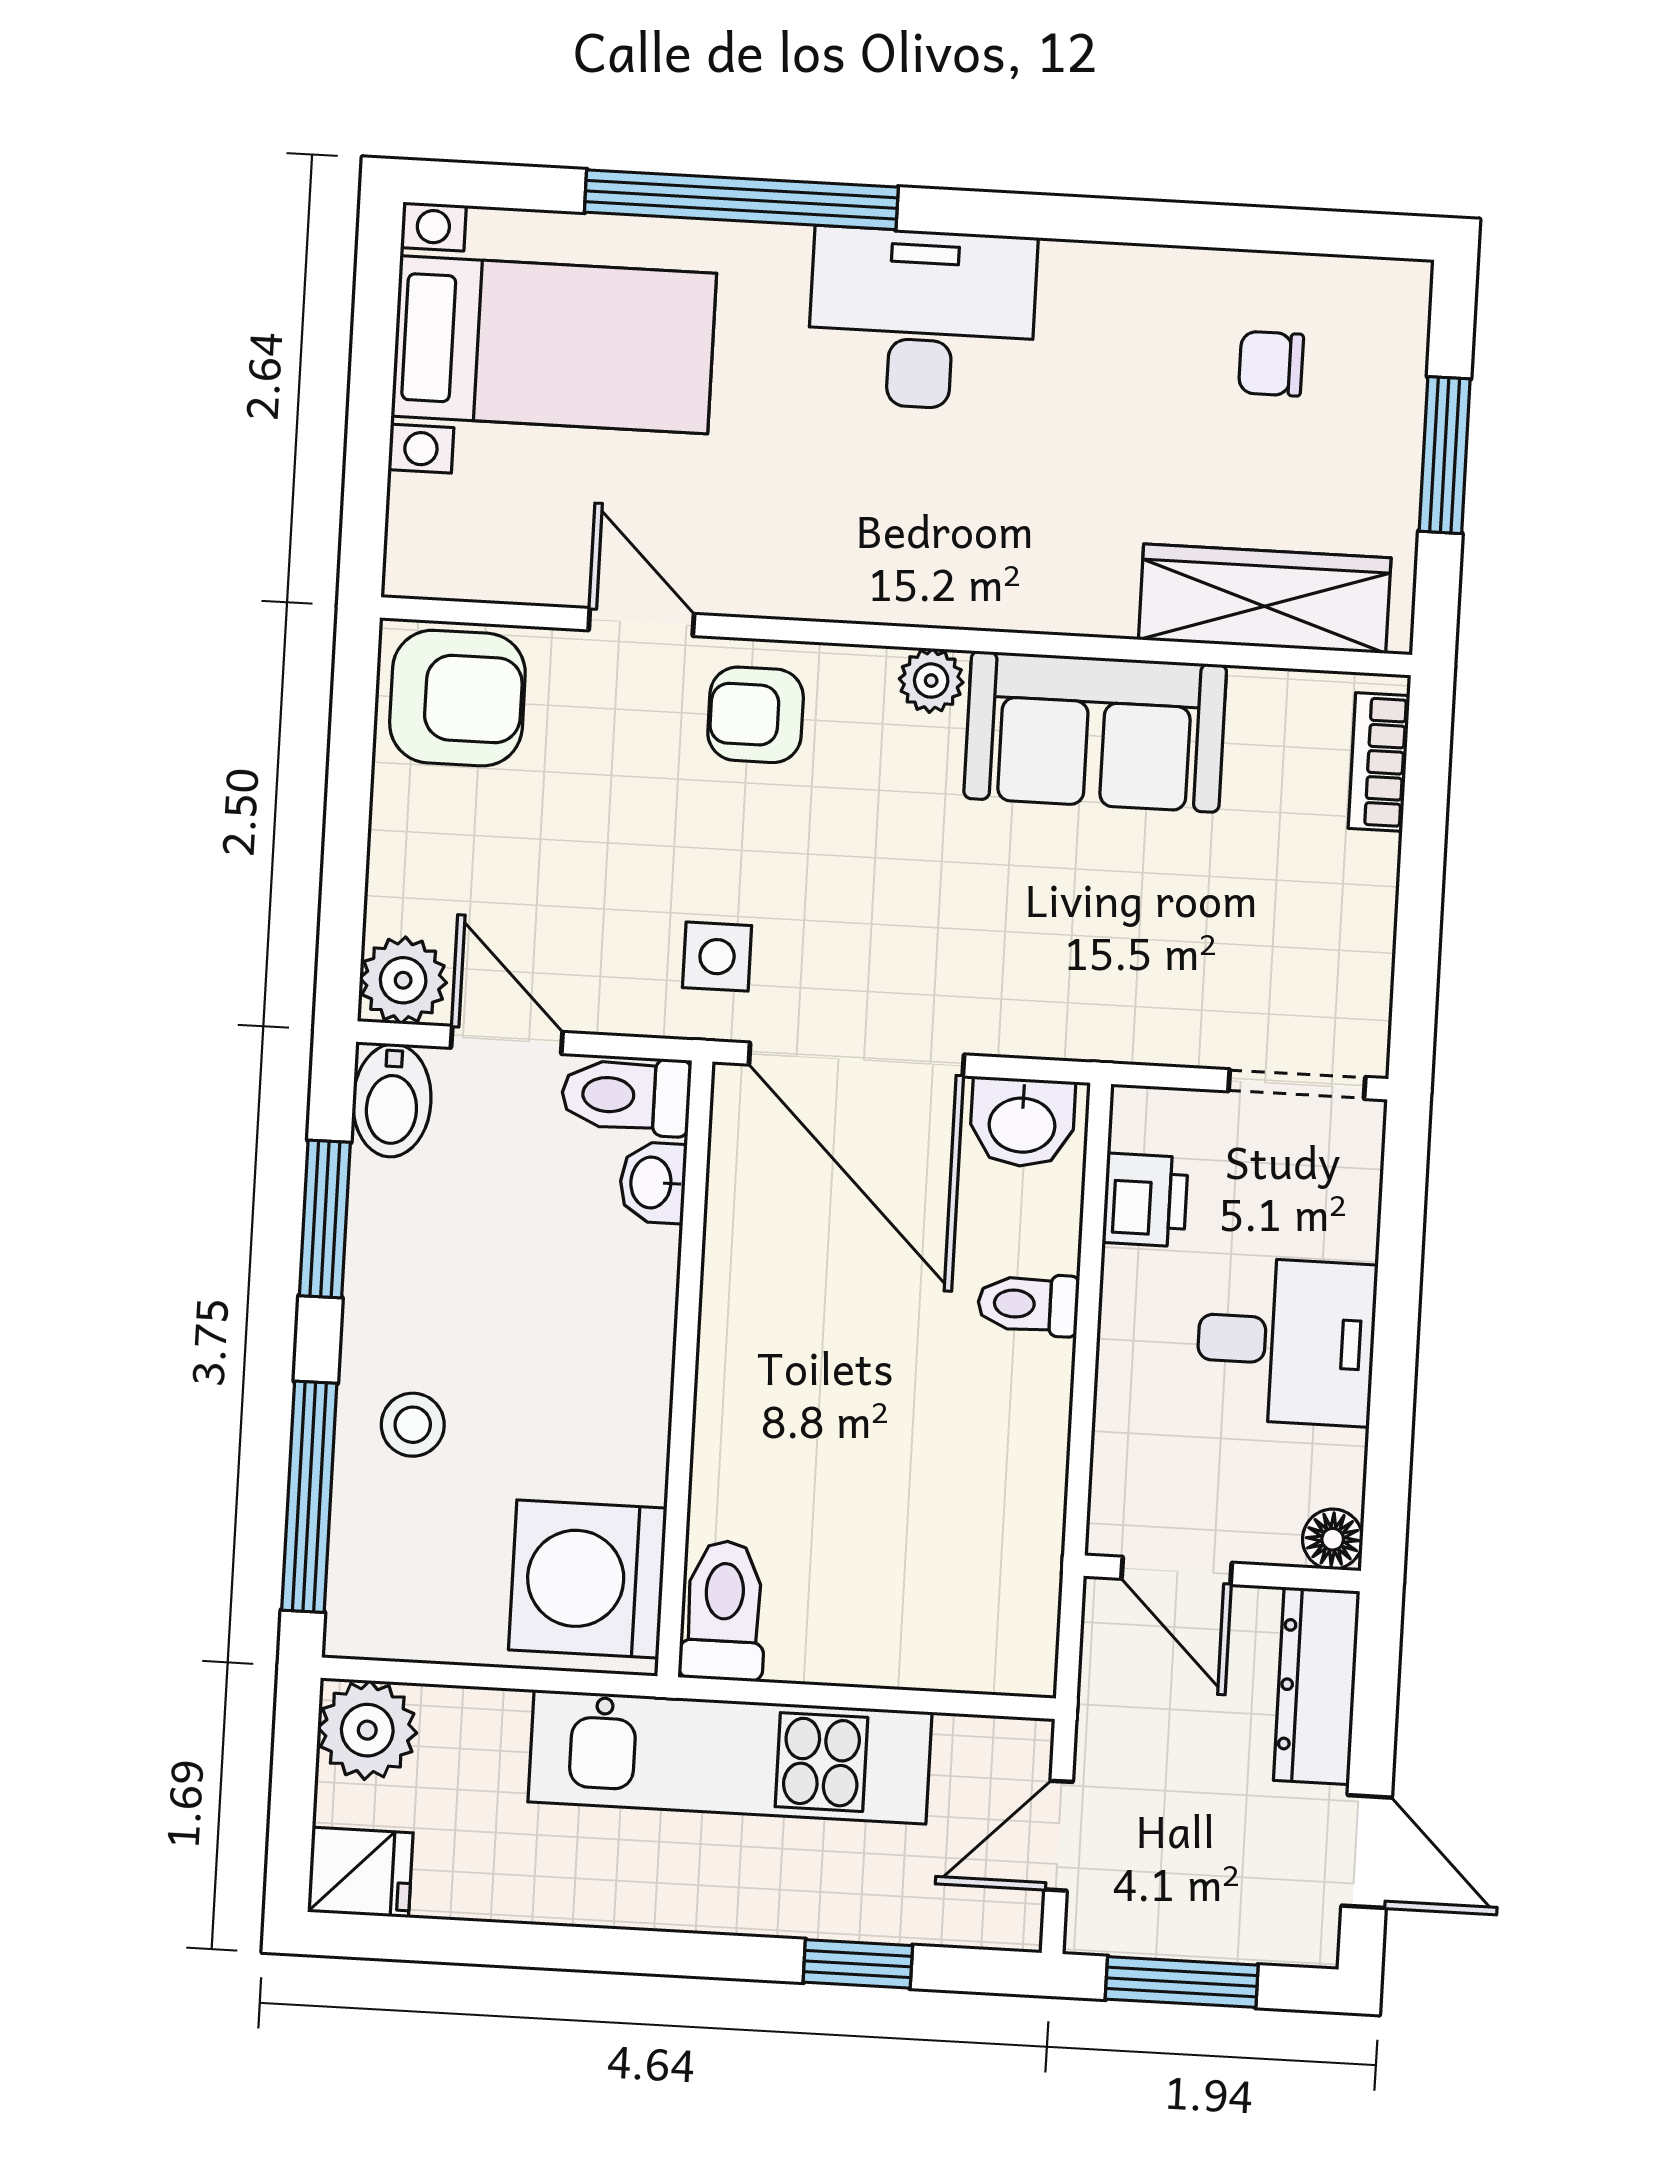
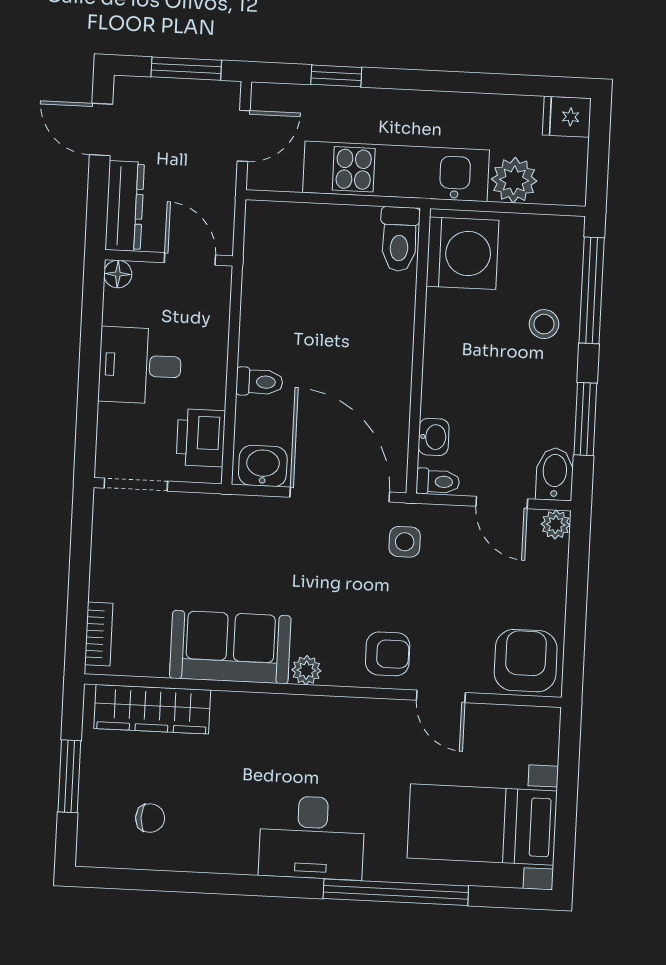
armchair: (457, 698) -> (526, 661), turned 90
plant: (403, 980) -> (556, 525), width x0.73, depth x0.73
toilet: (626, 1096) -> (438, 482), width x0.73, depth x0.72
printer: (1145, 1200) -> (201, 438), width x1.36, depth x1.24
plant: (367, 1730) -> (514, 180), moved

